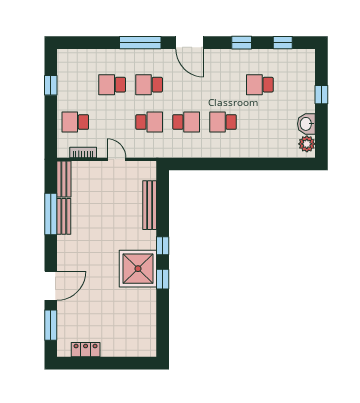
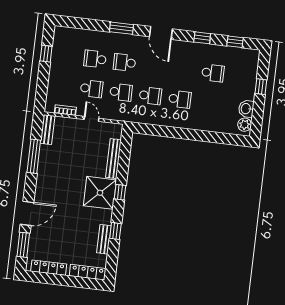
window: (140, 43) -> (121, 28), width x0.69
school desk: (260, 85) -> (213, 73), turned 180
school desk: (75, 122) -> (92, 89), moved, turned 180
school desk: (223, 122) -> (180, 99), turned 180
bench: (64, 216) -> (104, 239), moved
shower: (138, 269) -> (100, 193), moved
window: (163, 279) -> (115, 231), moved
locker: (134, 349) -> (88, 272), added
locker: (86, 350) -> (49, 268), width x1.53

